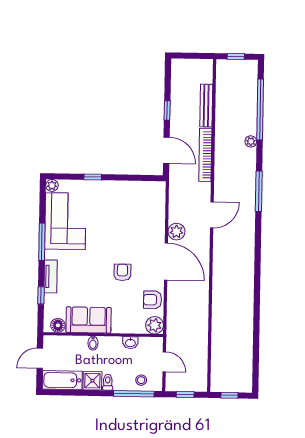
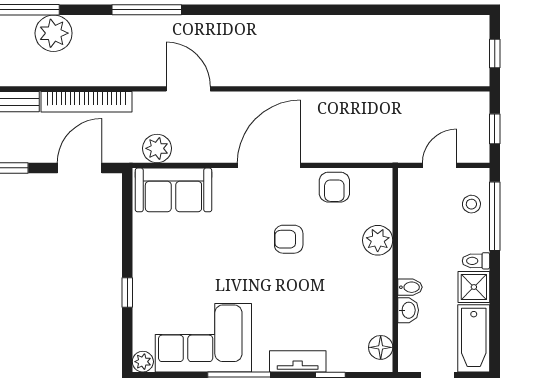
plant: (251, 141) -> (54, 33), width x1.88, depth x1.88
plant: (176, 232) -> (157, 148), moved
sofa: (89, 320) -> (173, 190), moved, turned -90
plant: (155, 325) -> (378, 240), moved
washbasin: (130, 343) -> (408, 310), moved

